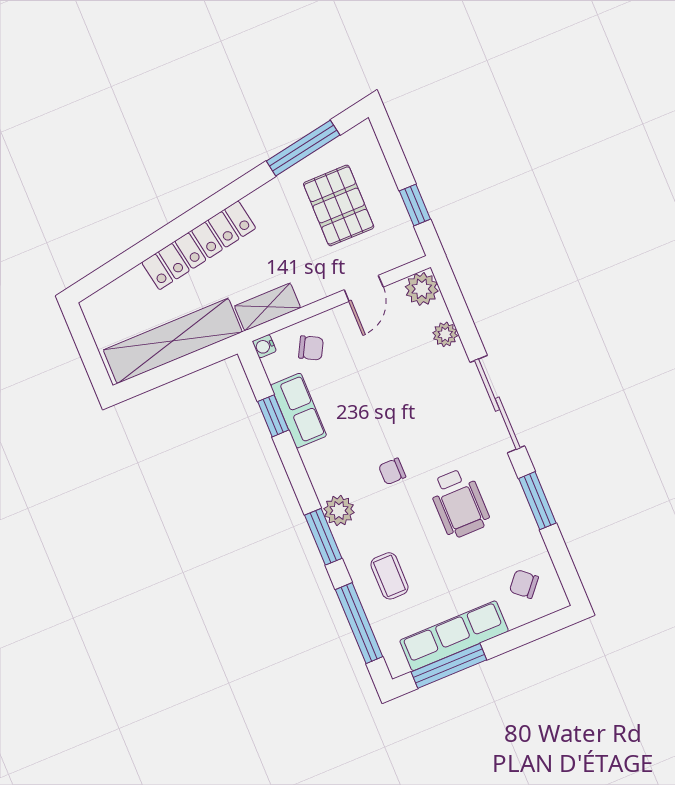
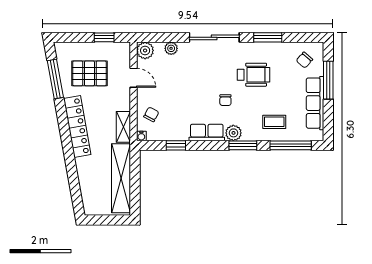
locker: (199, 245) -> (77, 127), moved
row of seats: (299, 411) -> (207, 132), moved
window: (449, 666) -> (328, 80), moved

